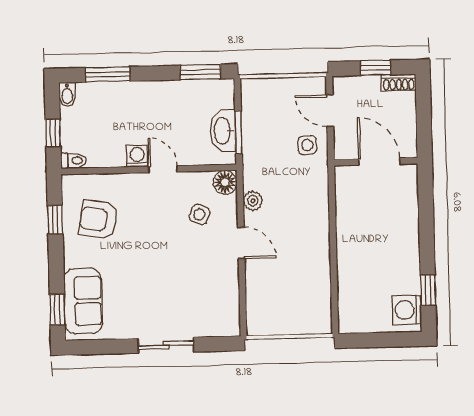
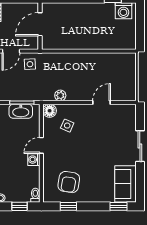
door: (241, 243) -> (101, 103), moved
sofa: (83, 301) -> (125, 184), moved, turned -90

